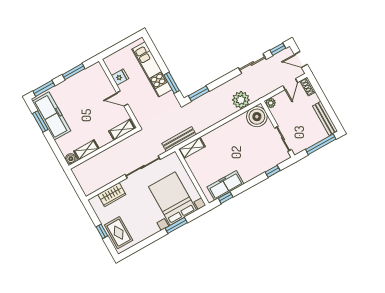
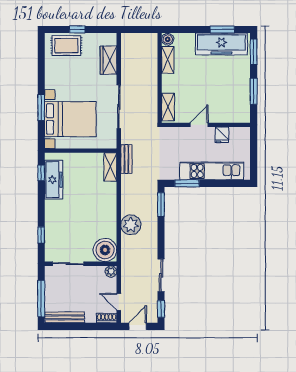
plant: (241, 100) -> (131, 225), moved
bench: (179, 139) -> (126, 159), width x0.73

